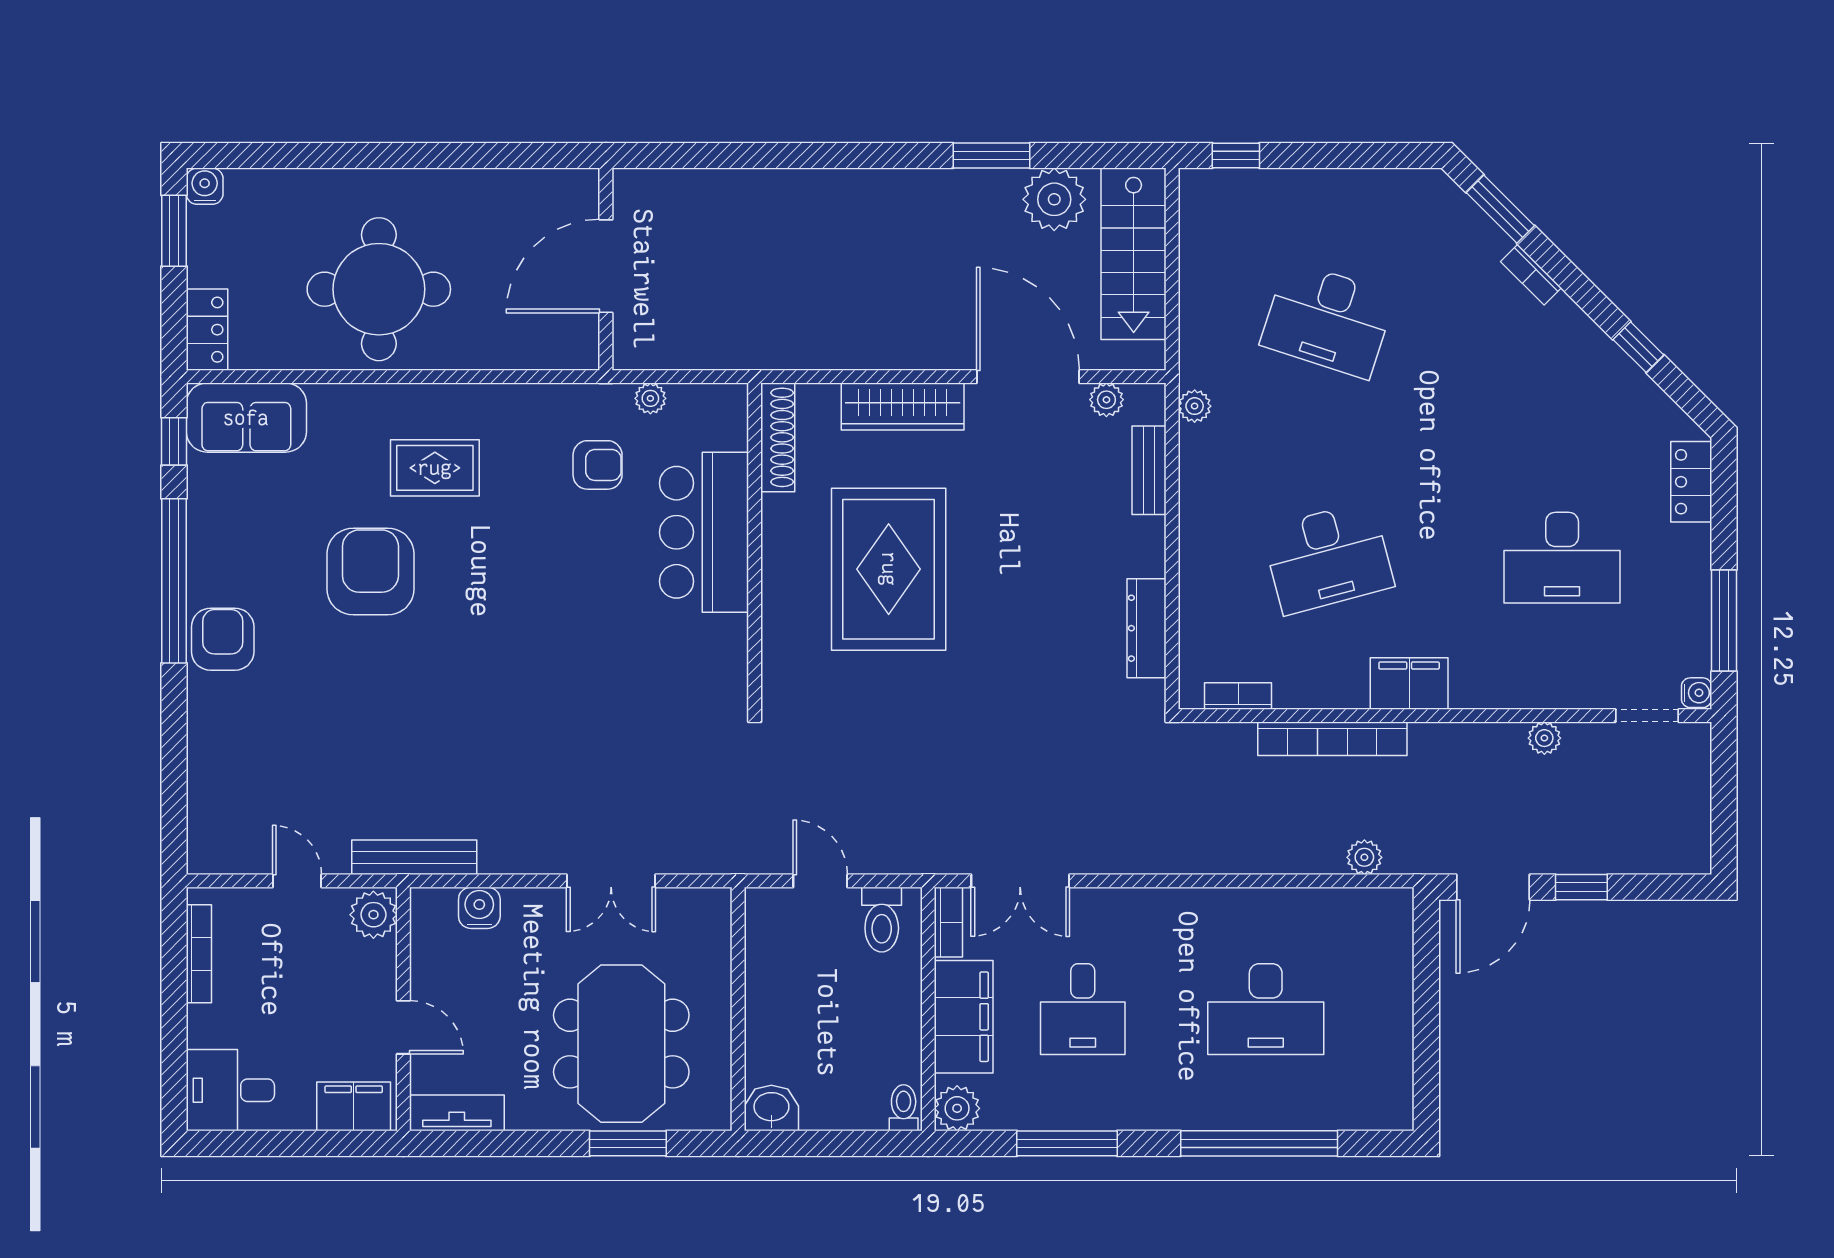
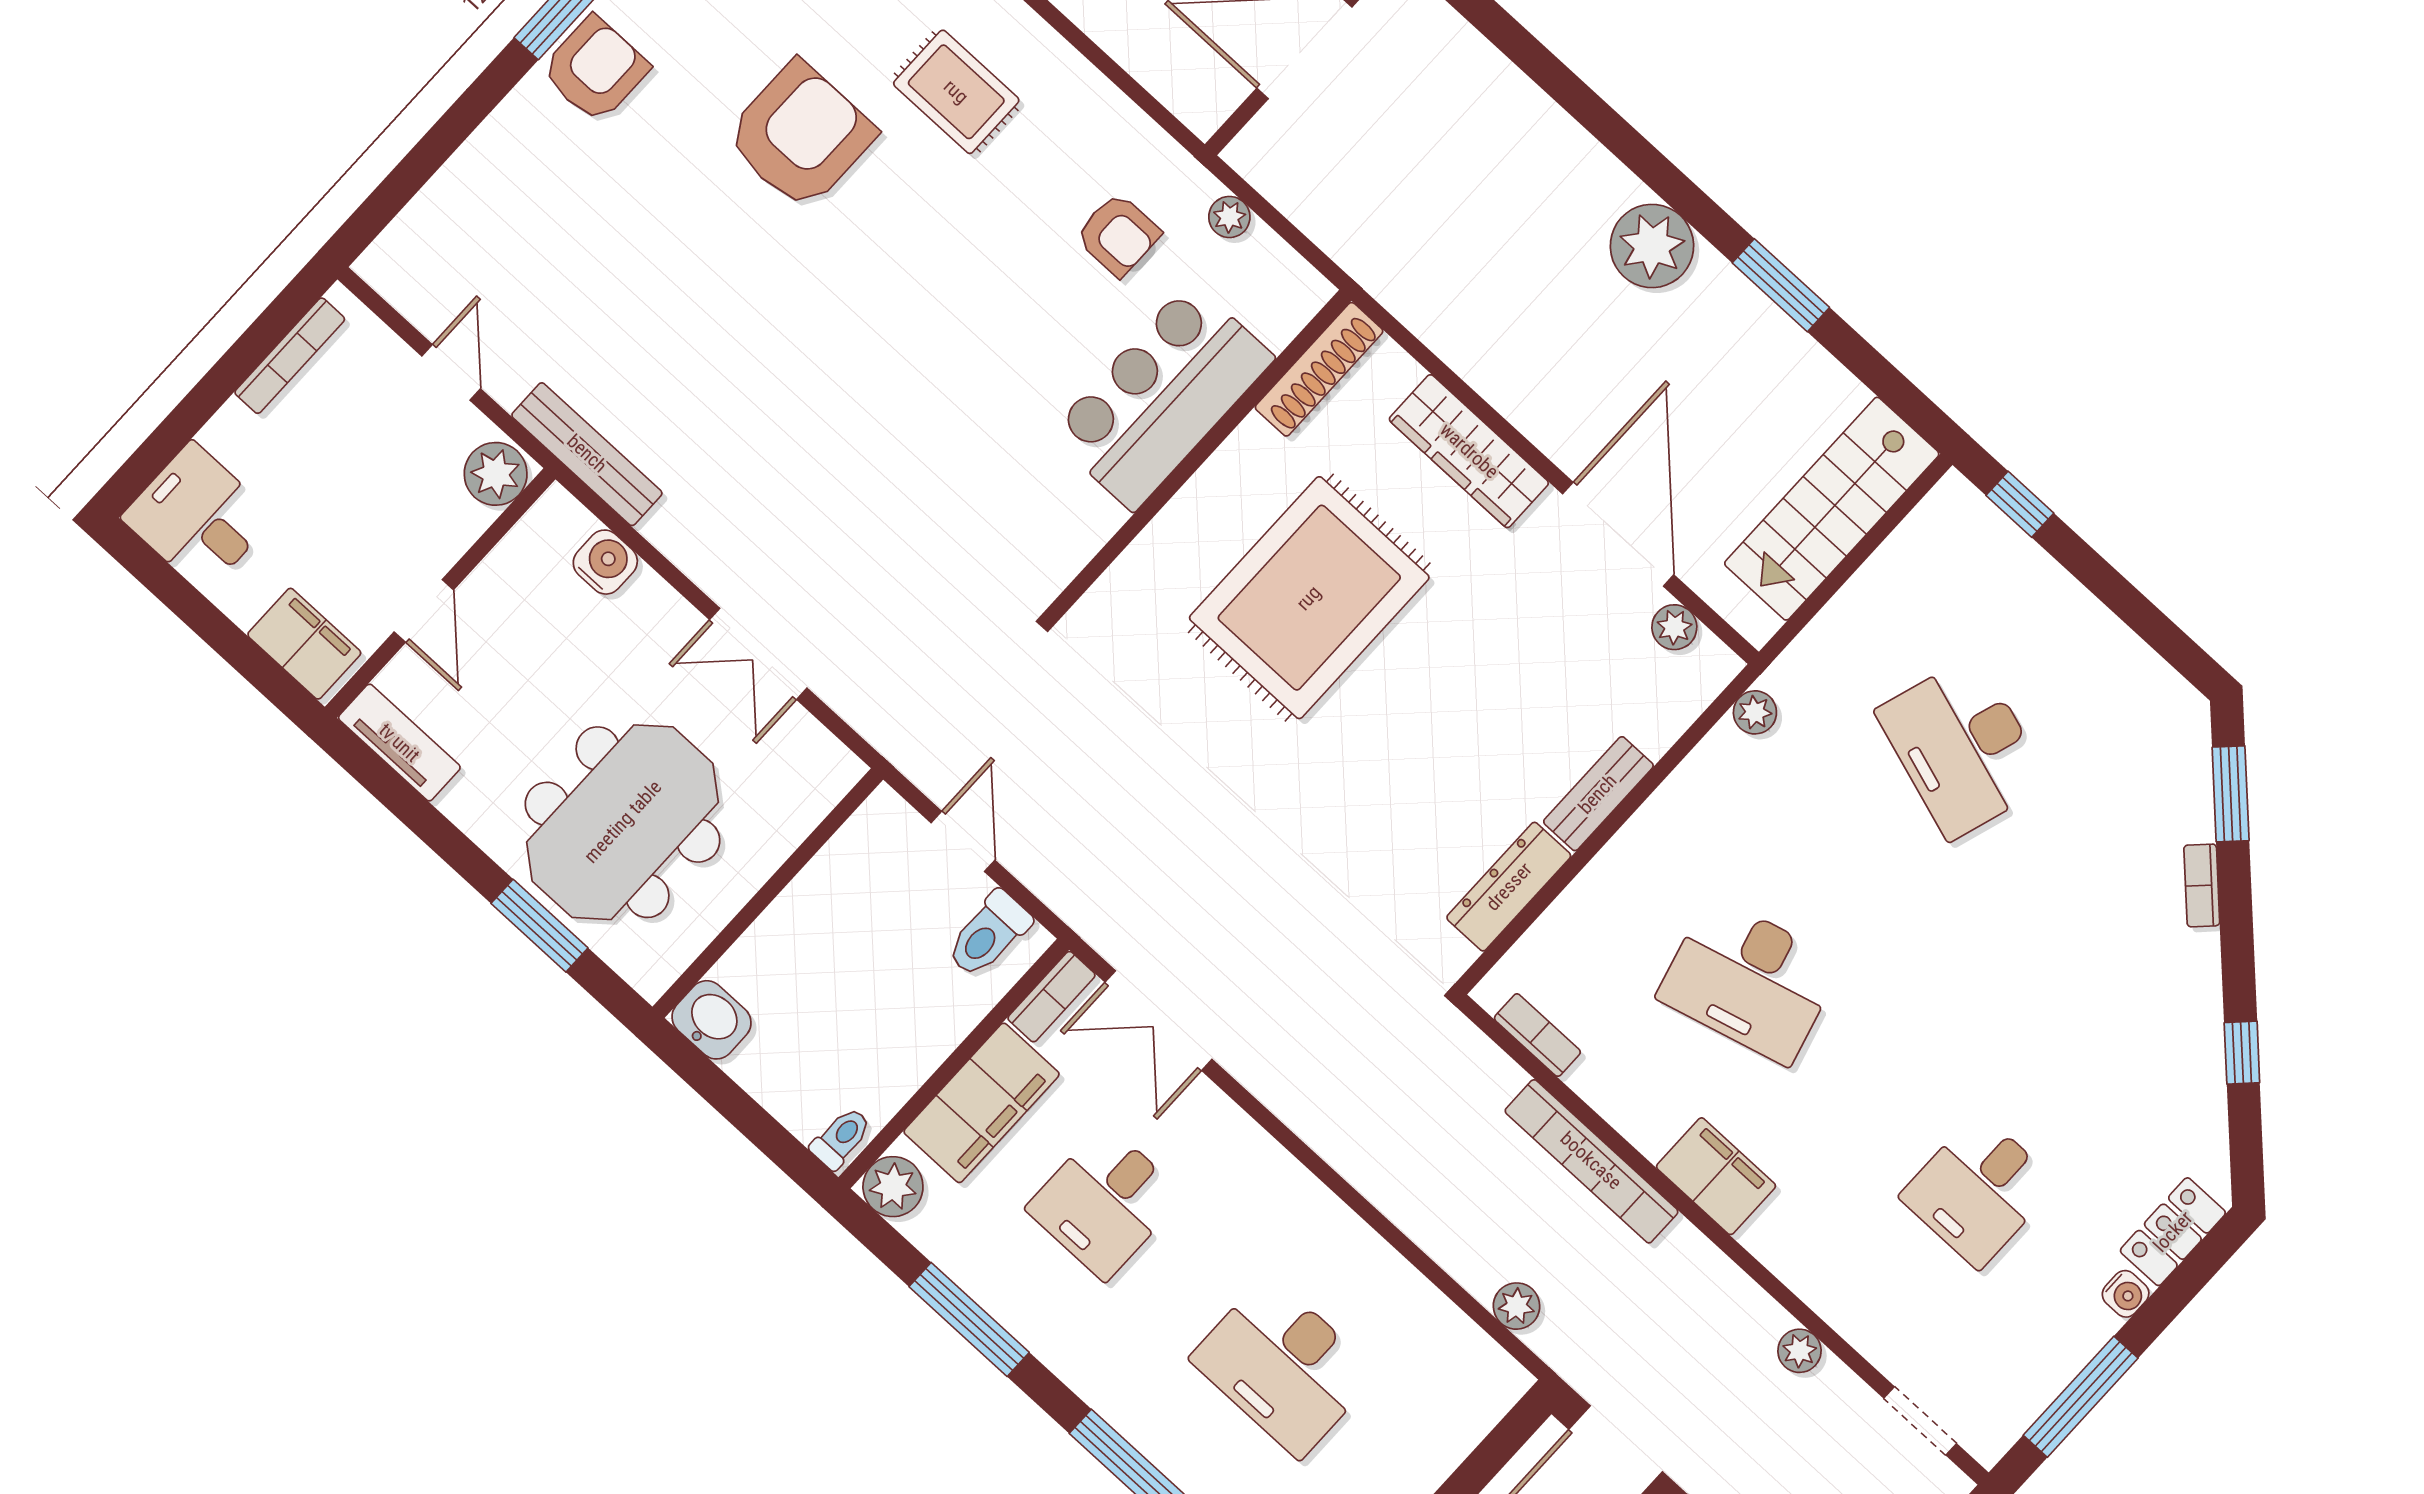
plant: (1054, 199) -> (1652, 246), moved
bench: (1149, 470) -> (1598, 794), moved
desk: (1562, 558) -> (1979, 1190), width x0.73
water cooler: (1697, 693) -> (2126, 1294), moved

